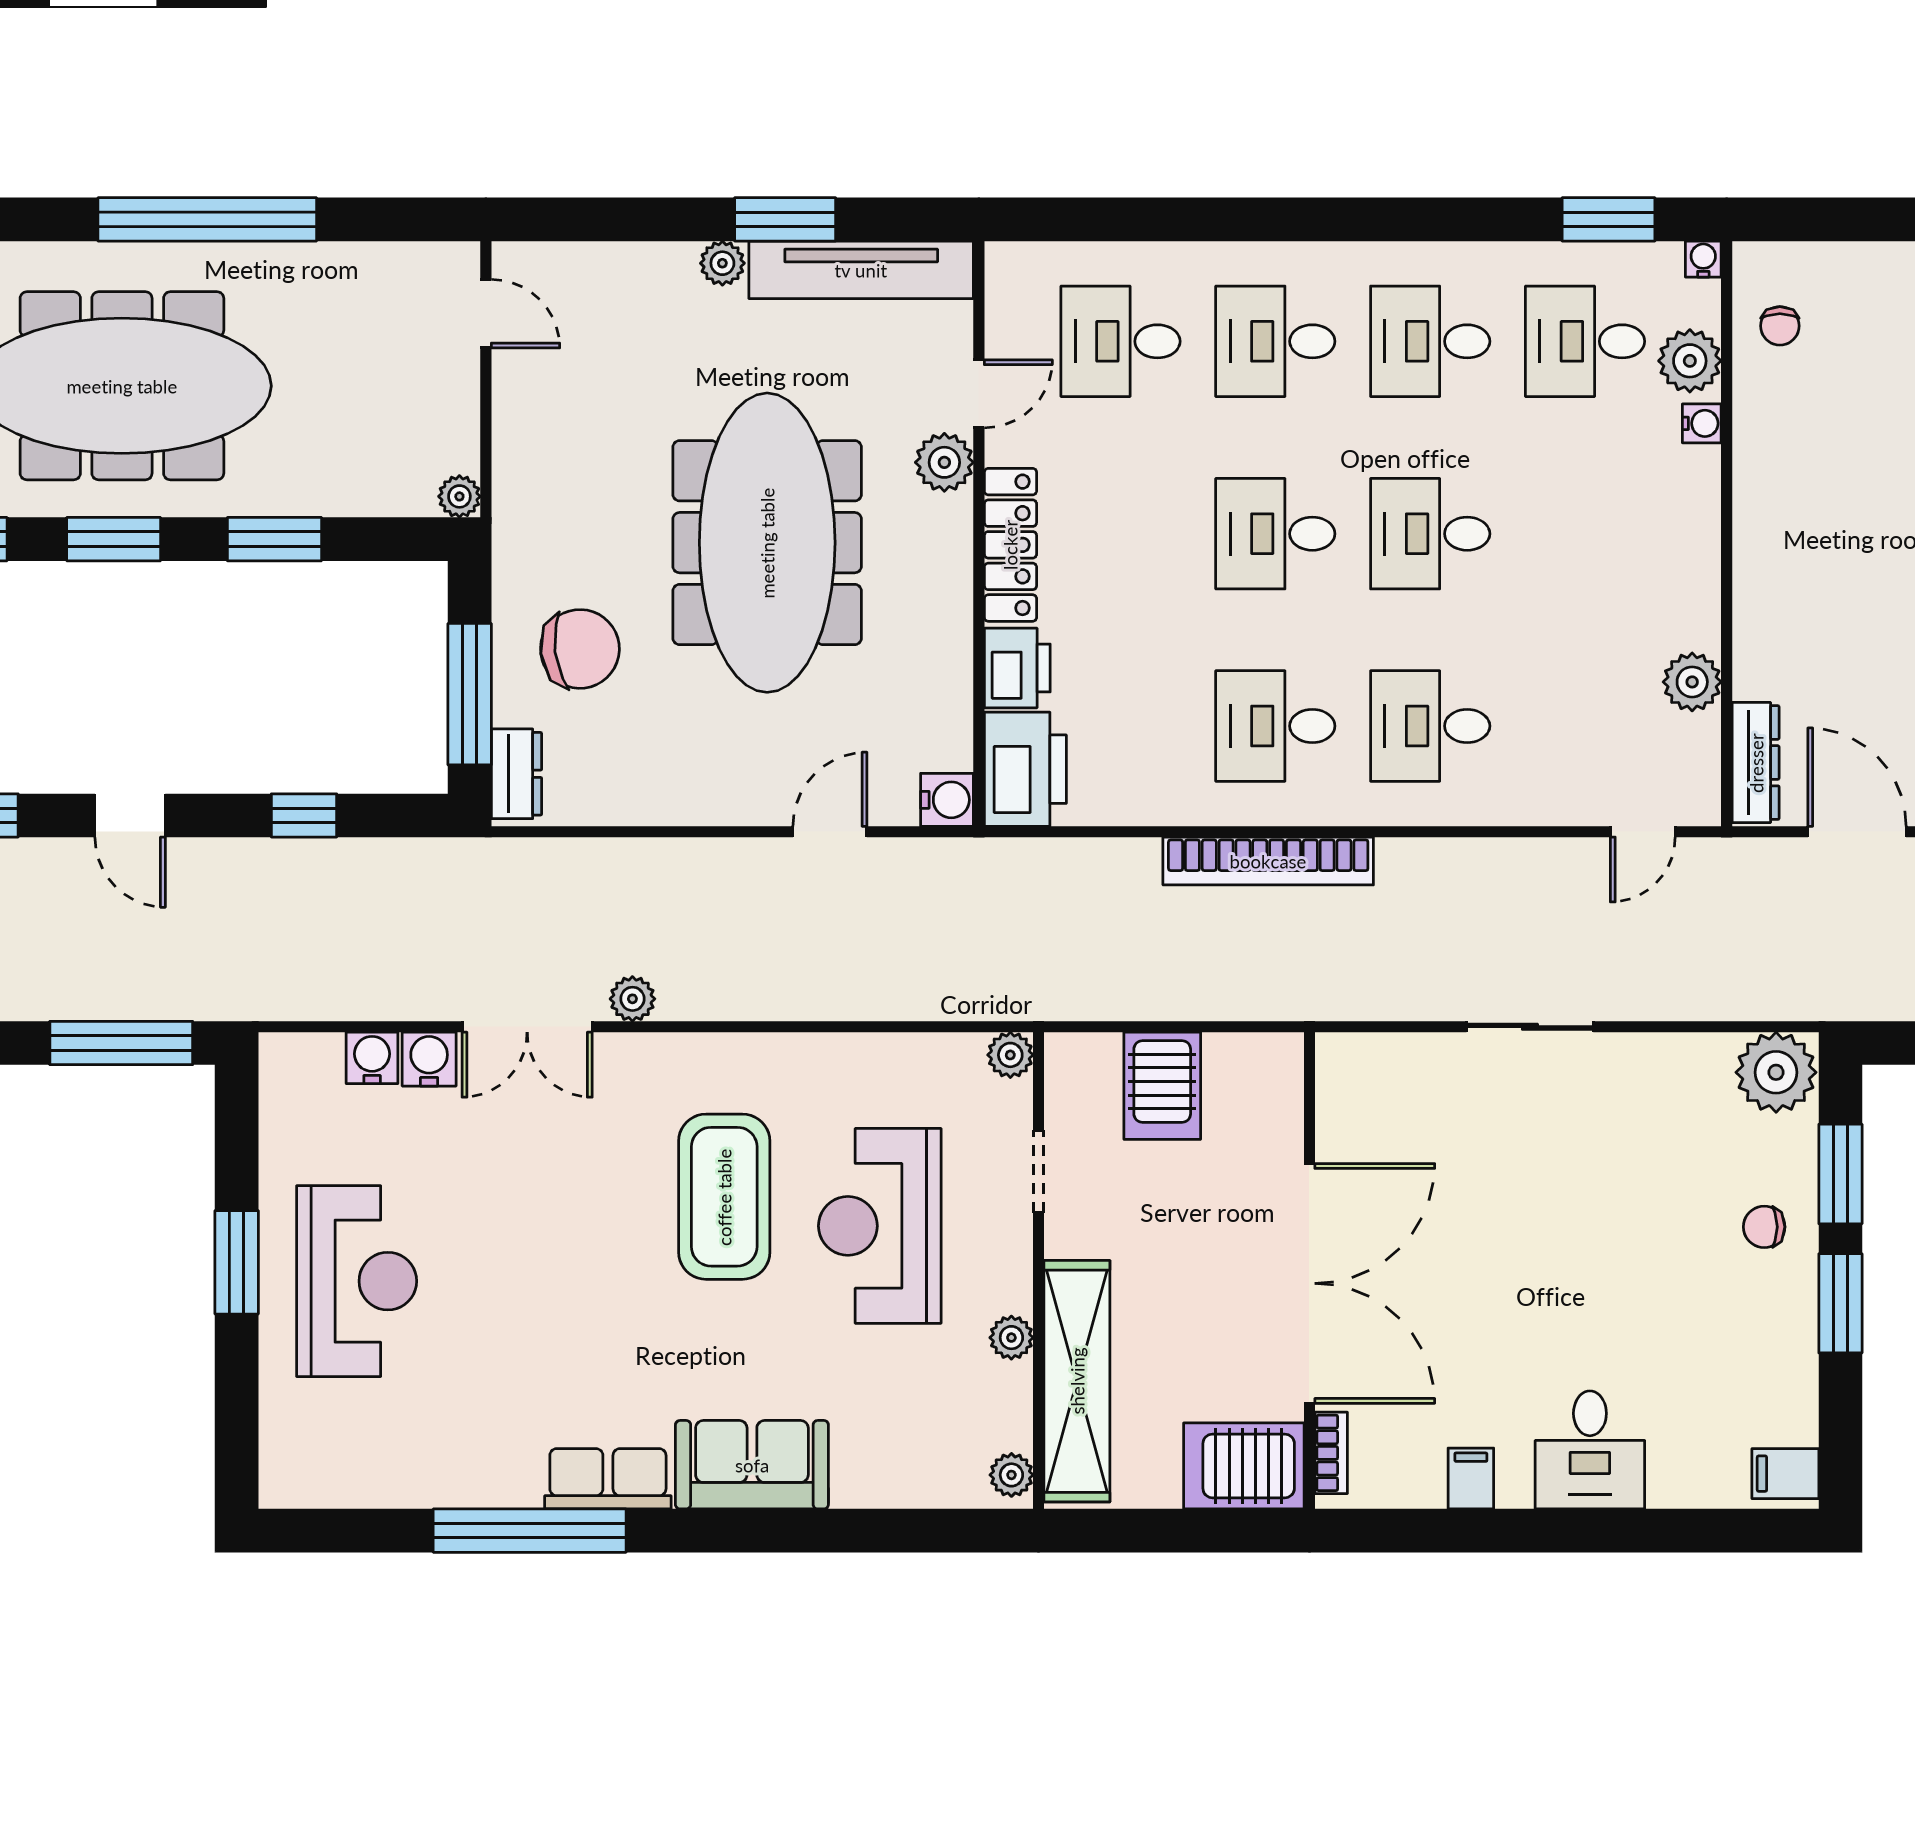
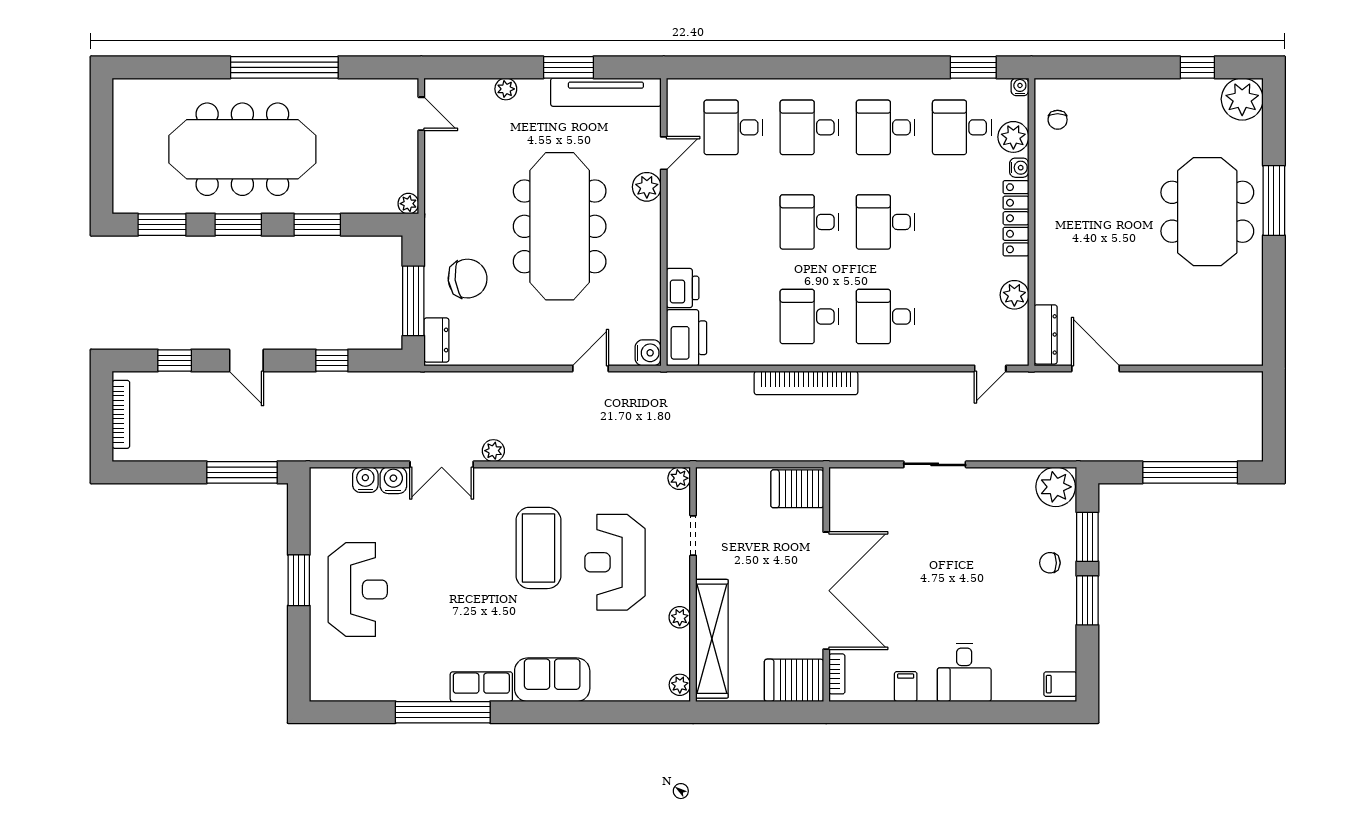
plant: (722, 263) -> (506, 89), moved
locker: (1010, 545) -> (1016, 218), moved, turned 180
server rack: (1162, 1086) -> (797, 489), moved, turned 90

